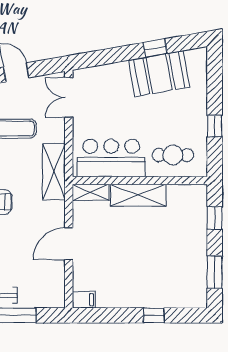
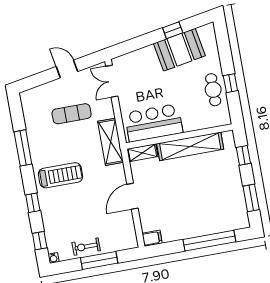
cafe table: (173, 155) -> (213, 90), moved, turned 90
shelving: (138, 195) -> (190, 146), width x1.47
window: (154, 315) -> (209, 241), width x3.17

